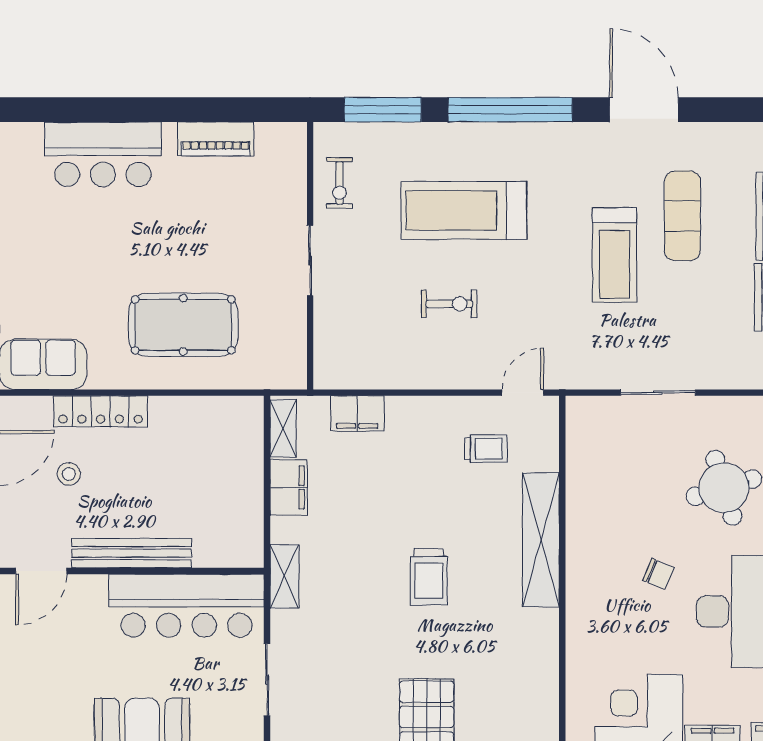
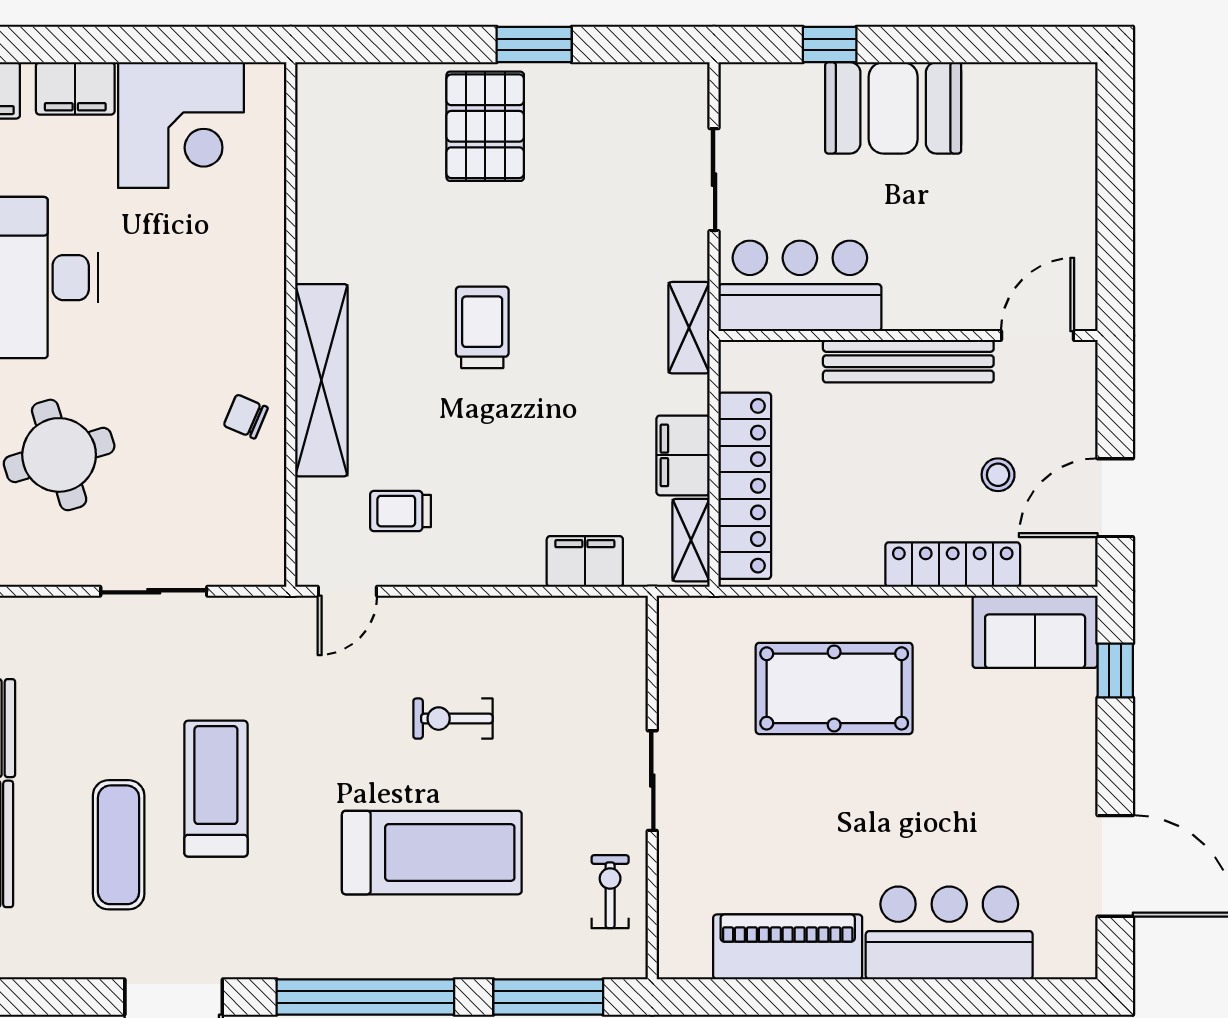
piano: (216, 139) -> (788, 947), width x1.37, depth x1.33
locker: (246, 466) -> (745, 486), added
chair: (658, 574) -> (246, 417), moved
bar counter: (186, 606) -> (800, 286), width x0.73

